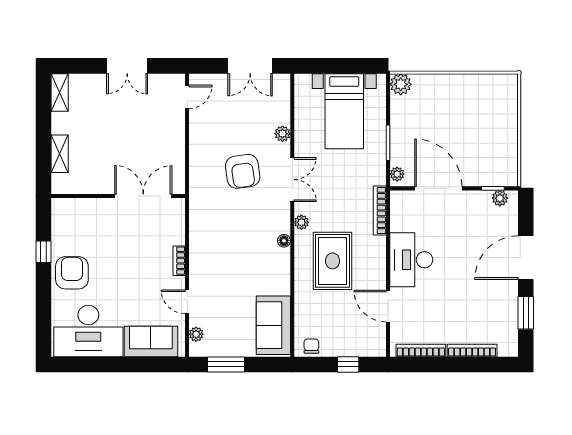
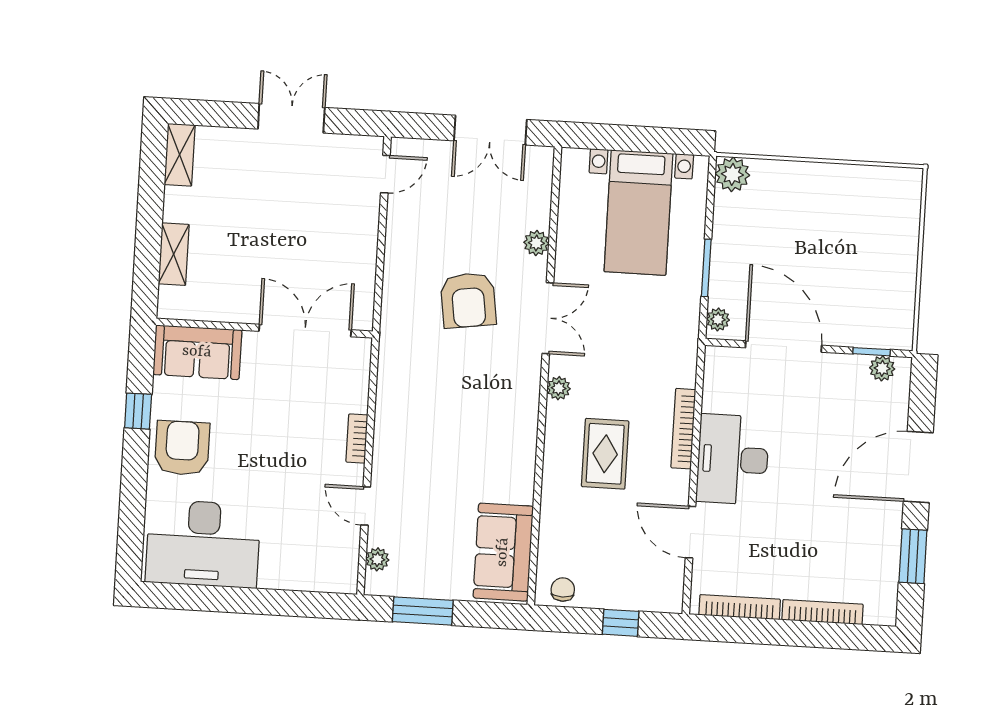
double door: (127, 66) -> (291, 118), swing flipped
bookcase: (380, 211) -> (683, 429), moved
floor lamp: (284, 241) -> (528, 416), removed
rug: (333, 261) -> (605, 454), width x0.73, depth x0.70
sofa: (151, 341) -> (197, 352), moved, turned 180

